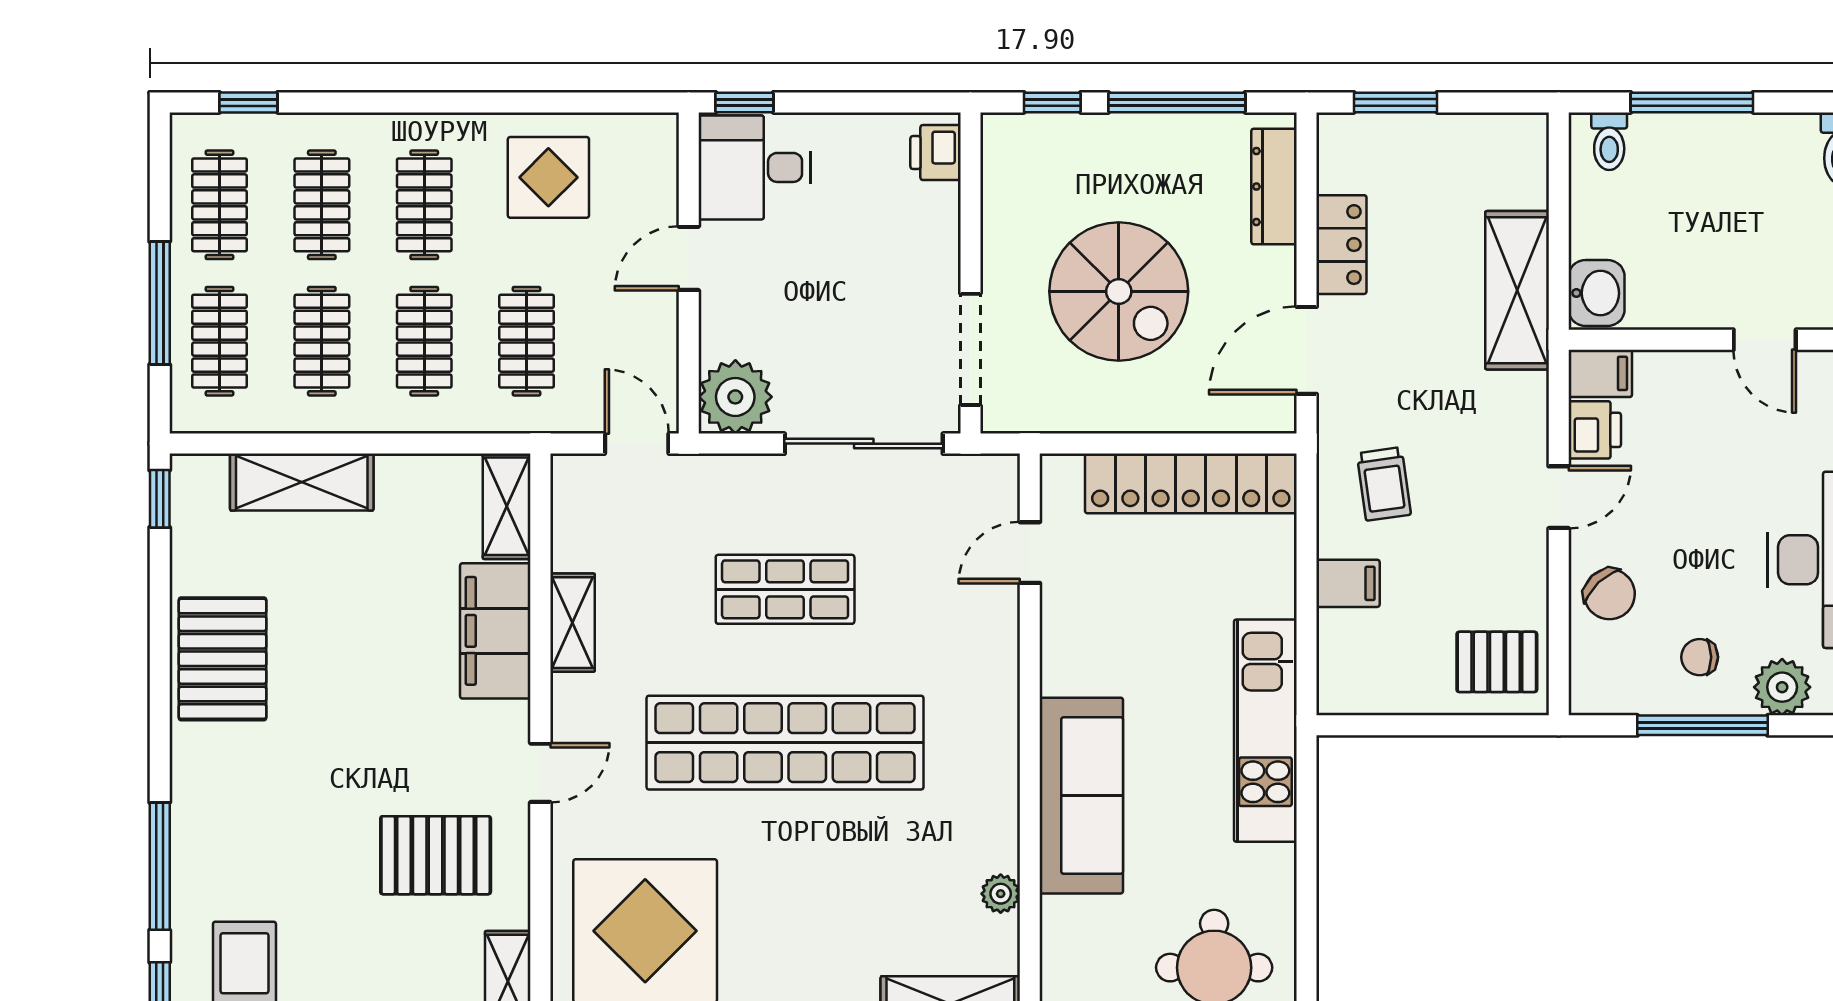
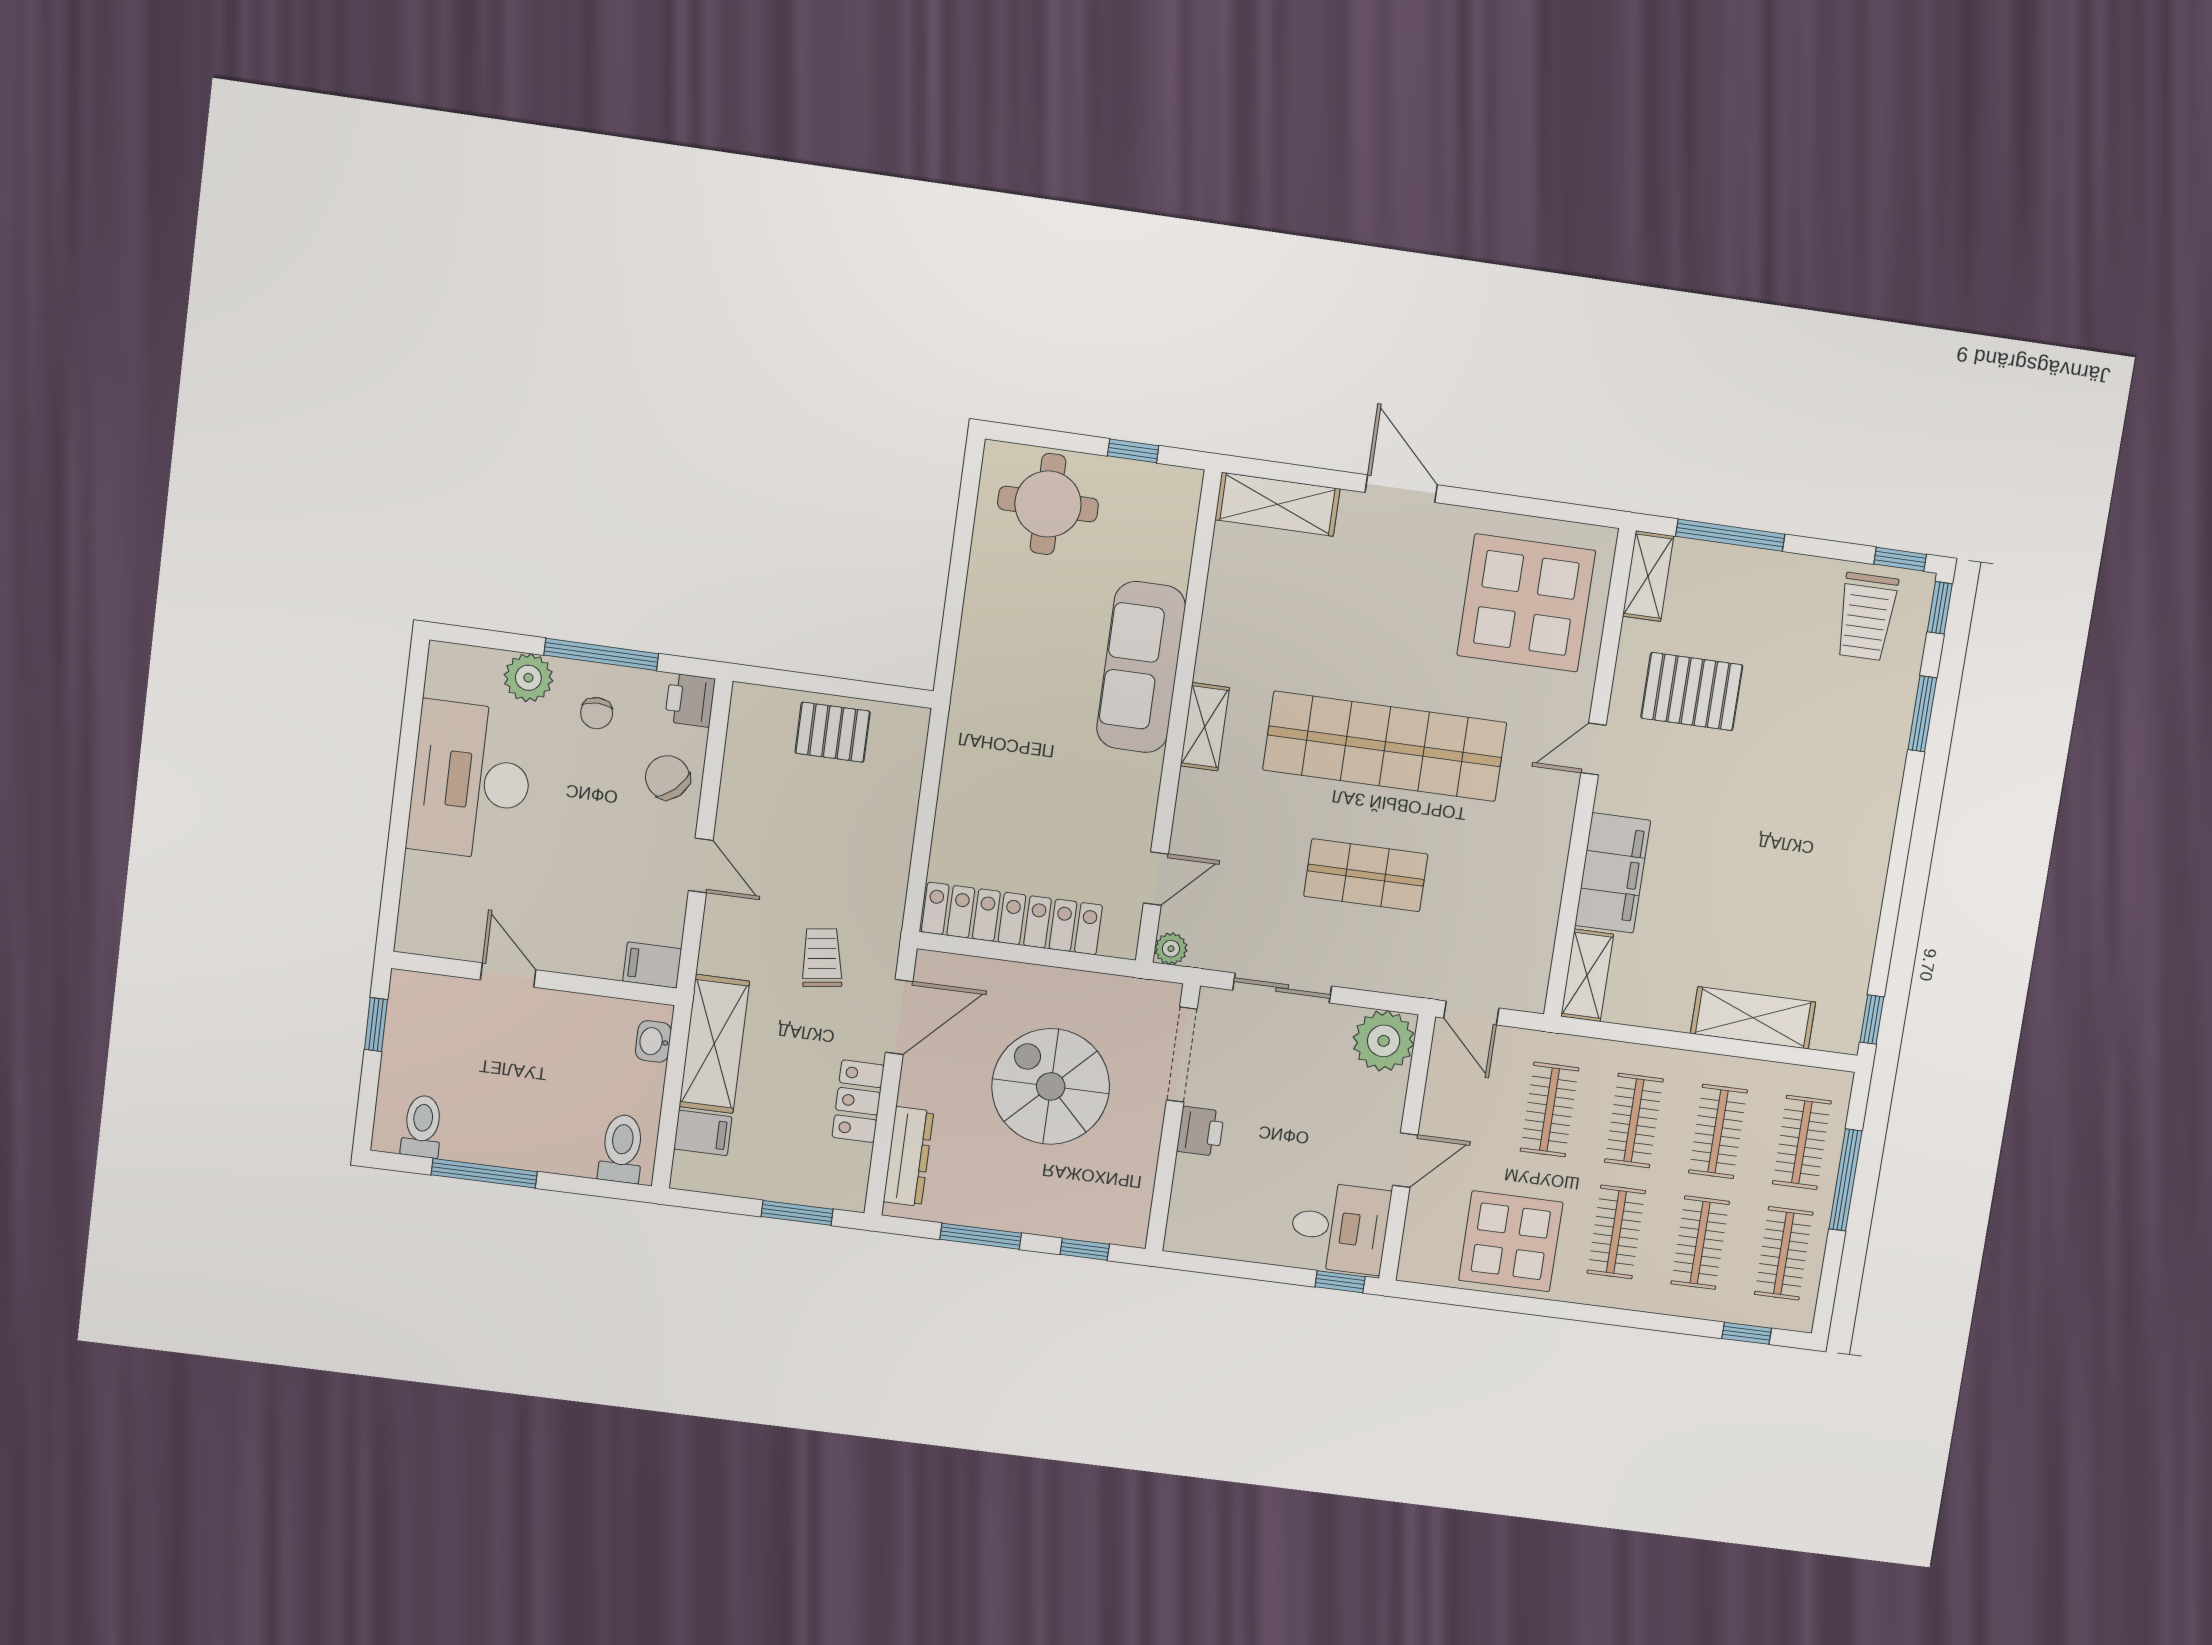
window: (1177, 102) -> (981, 1236), width x0.69
window: (1692, 102) -> (484, 1173), moved
toilet: (1609, 141) -> (622, 1149), width x1.37, depth x1.39
printer: (936, 153) -> (1200, 1131), moved
display table: (548, 177) -> (1511, 1241), width x1.36, depth x1.36
washbasin: (1597, 293) -> (653, 1041), width x0.72, depth x0.69
printer: (1595, 430) -> (690, 700), moved
sliding door: (864, 444) -> (1282, 988), width x0.73
trolley: (1384, 484) -> (822, 958), moved
door: (1559, 497) -> (701, 865), swing flipped
filing cabinet: (1348, 583) -> (703, 1133), moved, turned 180
shelving: (572, 623) -> (1205, 727), moved
chair: (1700, 657) -> (597, 713), turned 90
pallet: (223, 659) -> (1842, 880), removed
pallet: (1497, 662) -> (833, 732), moved
kitchen unit: (1265, 731) -> (977, 701), removed
window: (160, 866) -> (1922, 714), width x0.69
plant: (1001, 894) -> (1171, 949), moved

